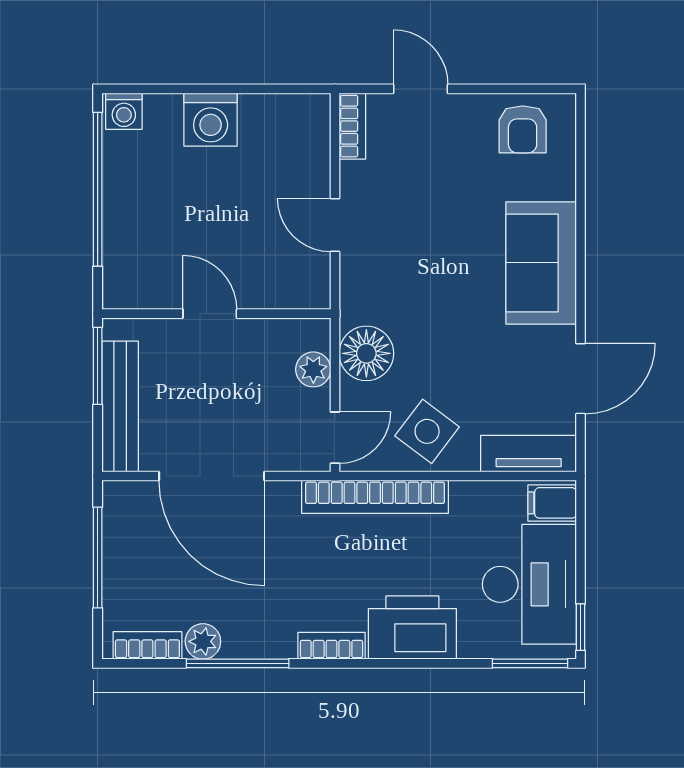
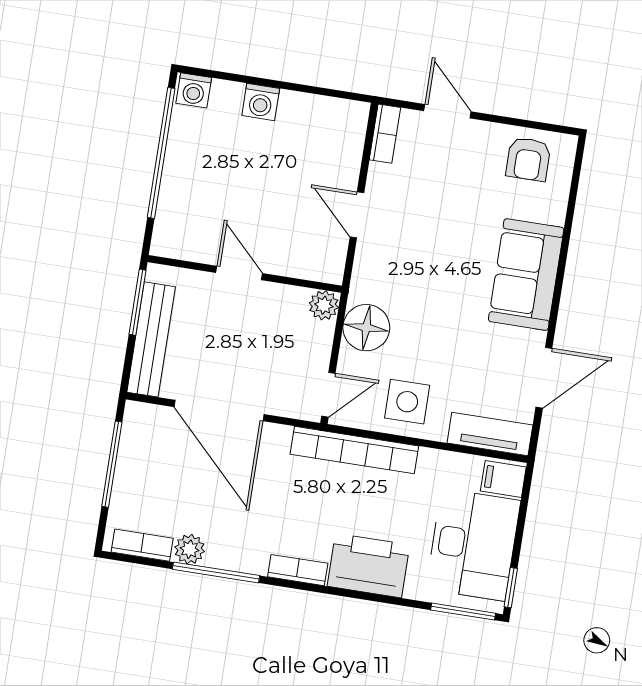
washing machine: (211, 120) -> (261, 102), width x0.73, depth x0.73
plant: (313, 369) -> (324, 305), moved
side table: (427, 431) -> (407, 402), turned -37

